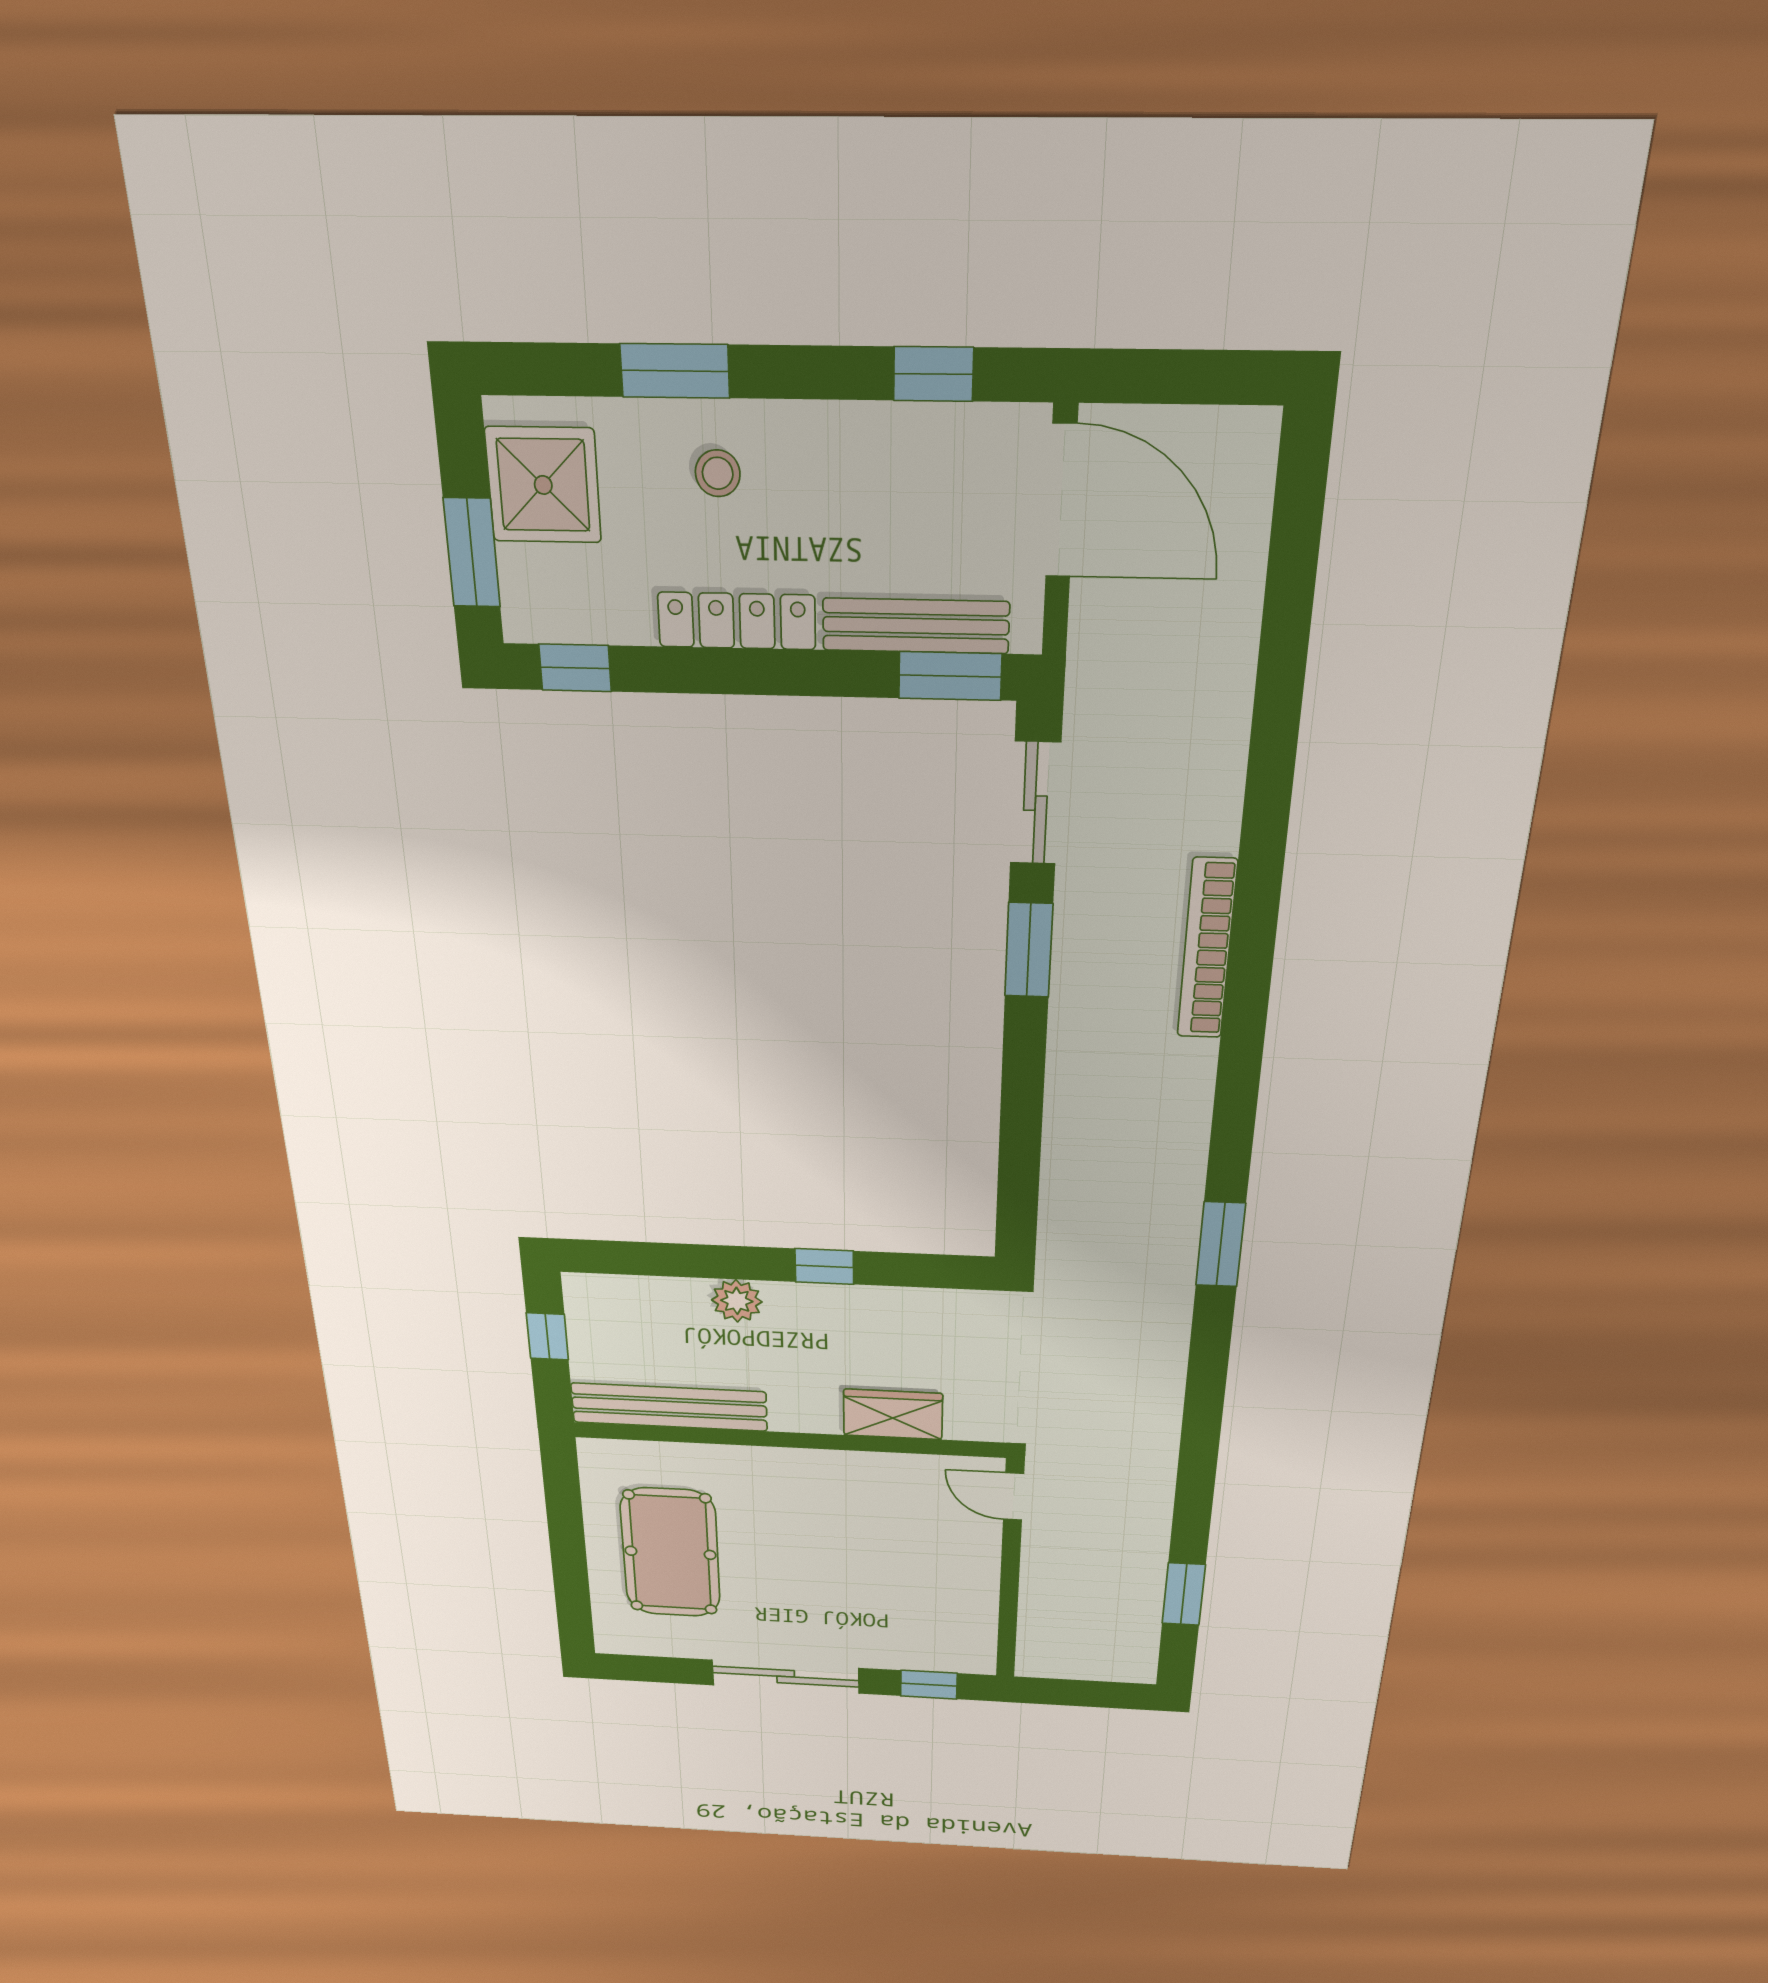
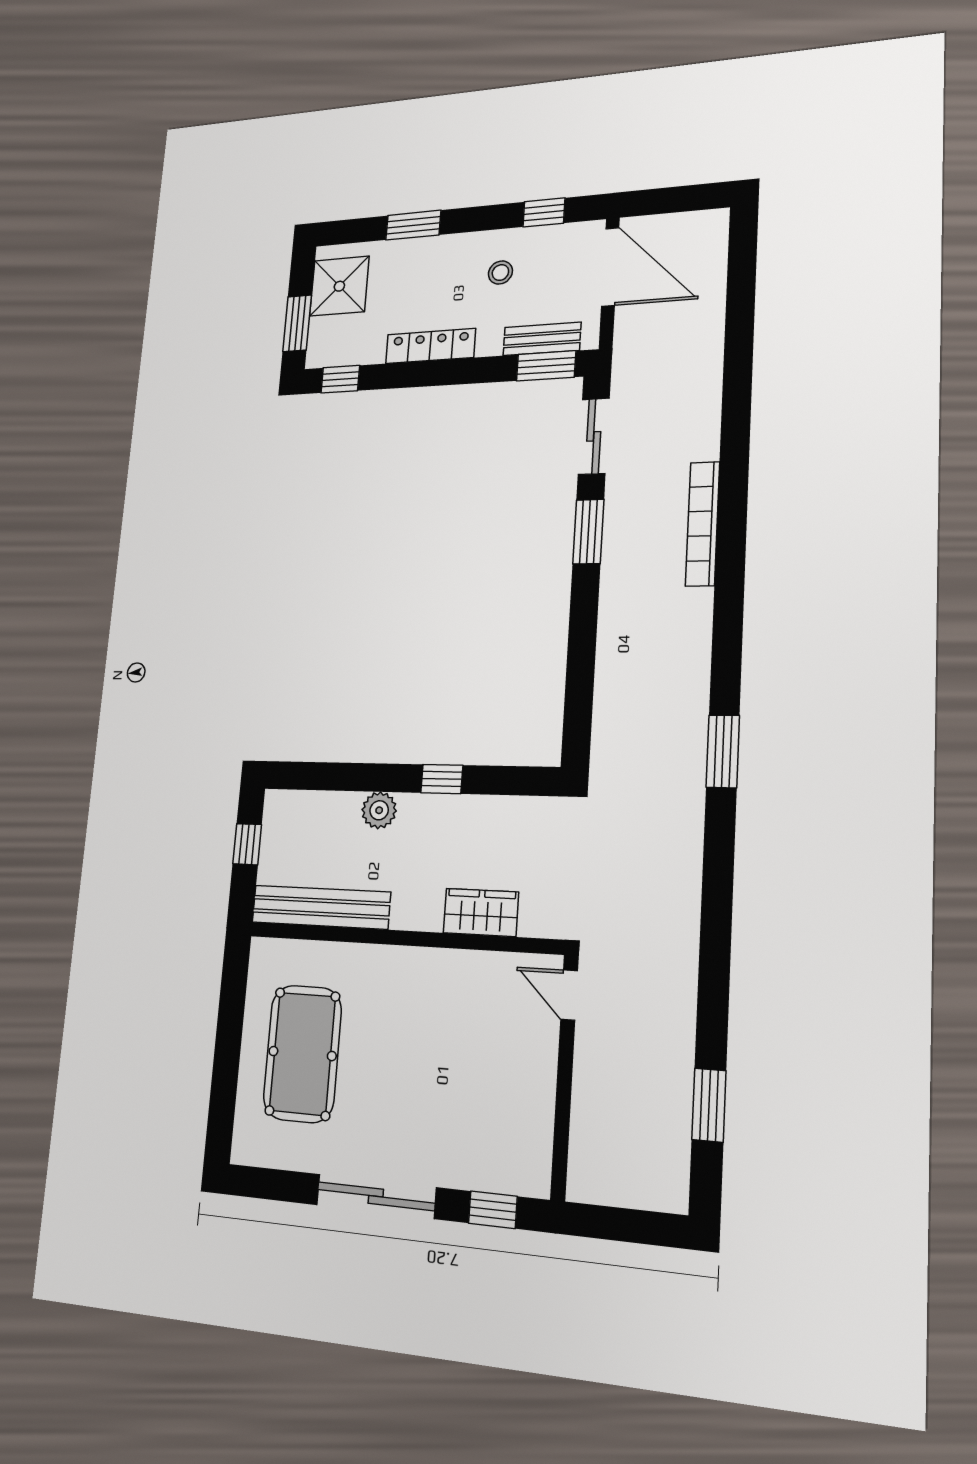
stool: (718, 473) -> (500, 273), moved
bench: (916, 626) -> (542, 339), width x0.73

